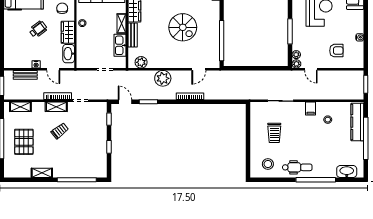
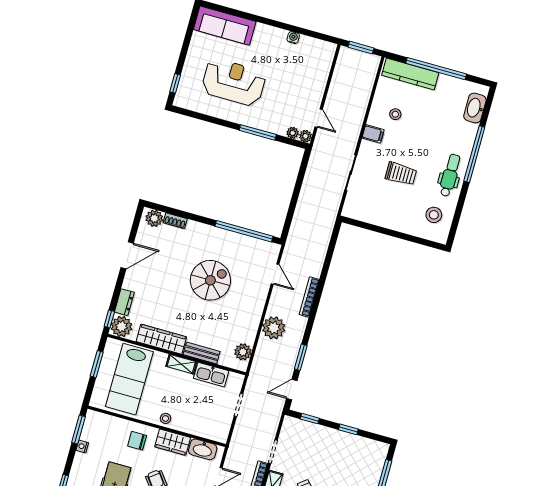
armchair: (336, 51) -> (302, 75), removed
door: (311, 69) -> (319, 118), hinge flipped
trolley: (274, 133) -> (401, 174), moved

